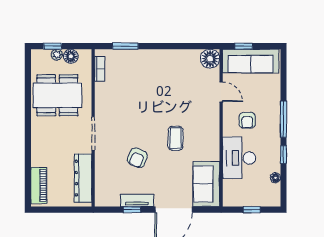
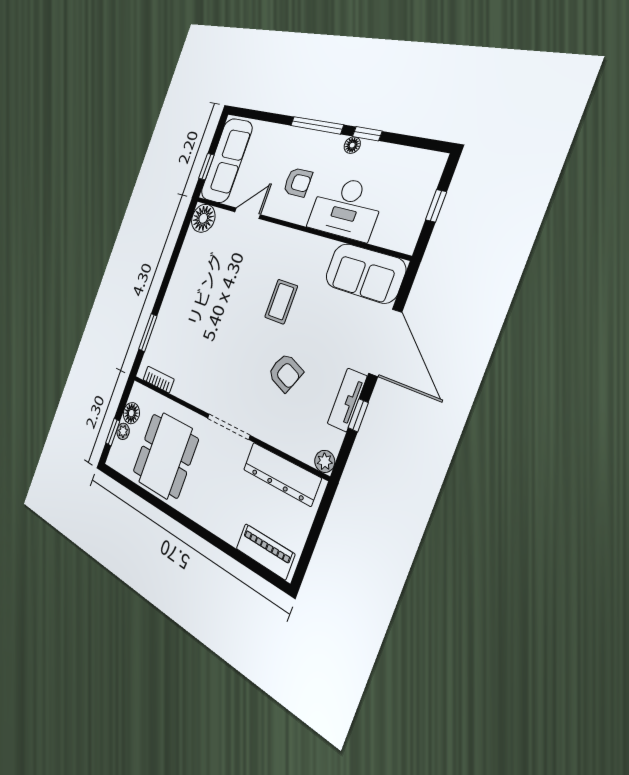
coffee table: (176, 138) -> (281, 302), turned 90
floor lamp: (275, 178) -> (352, 145), moved
plant: (101, 201) -> (325, 461), added

